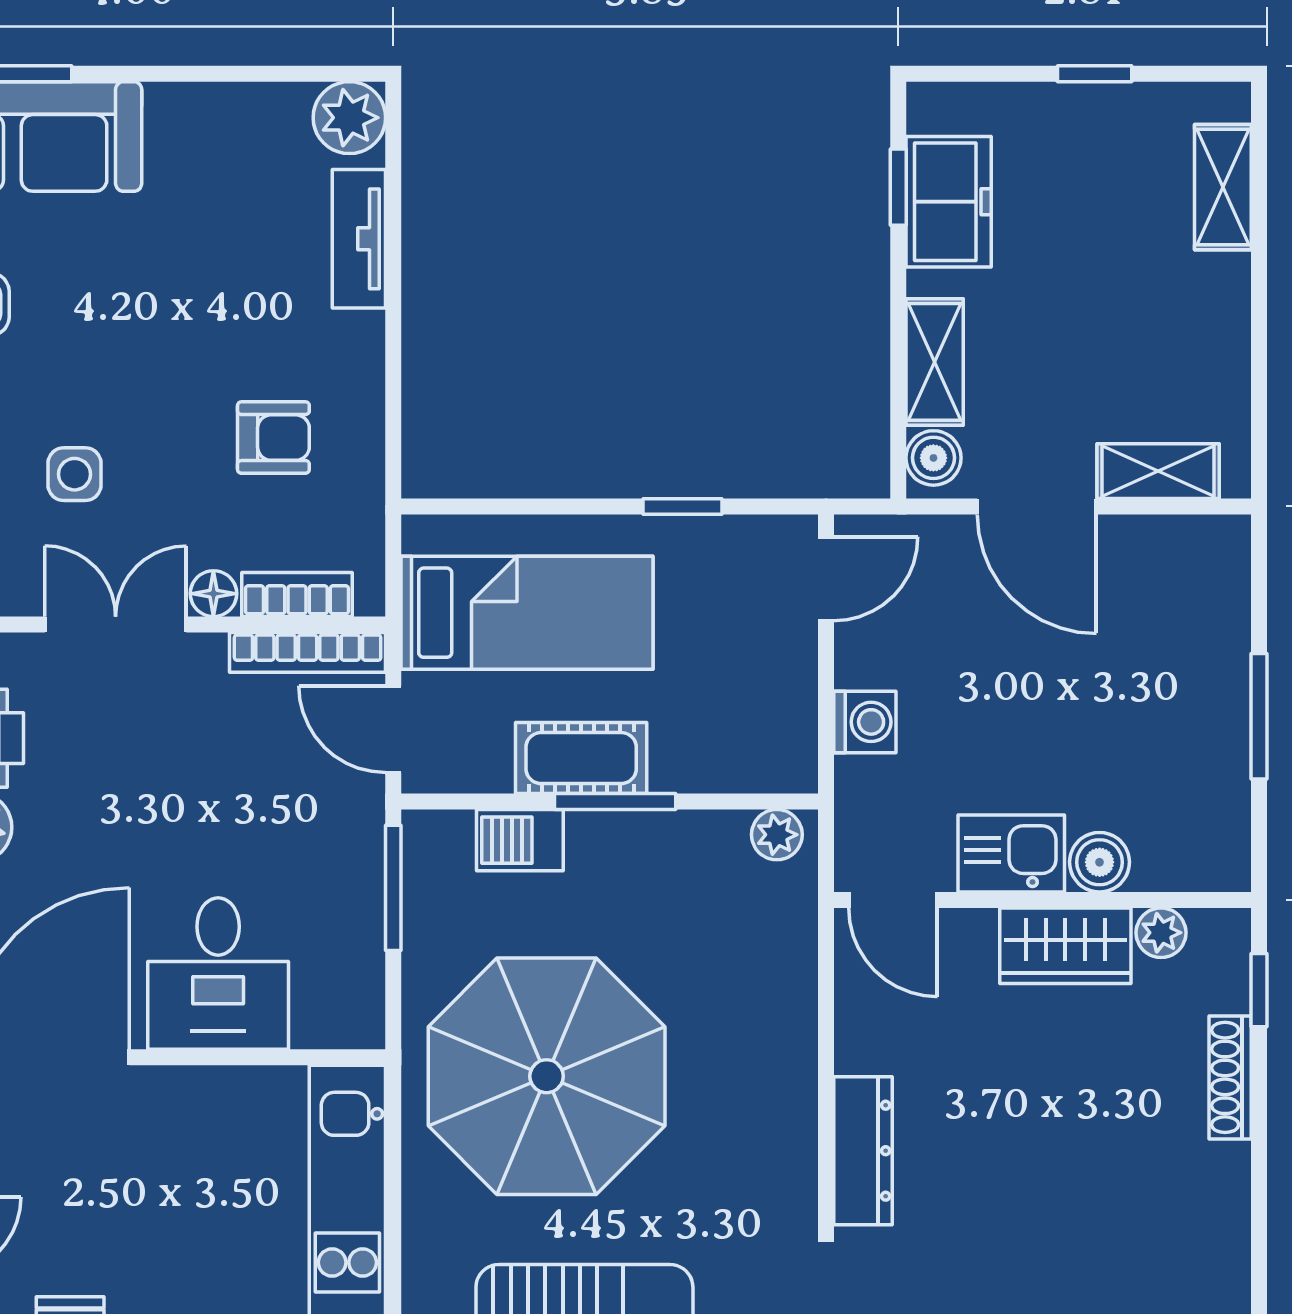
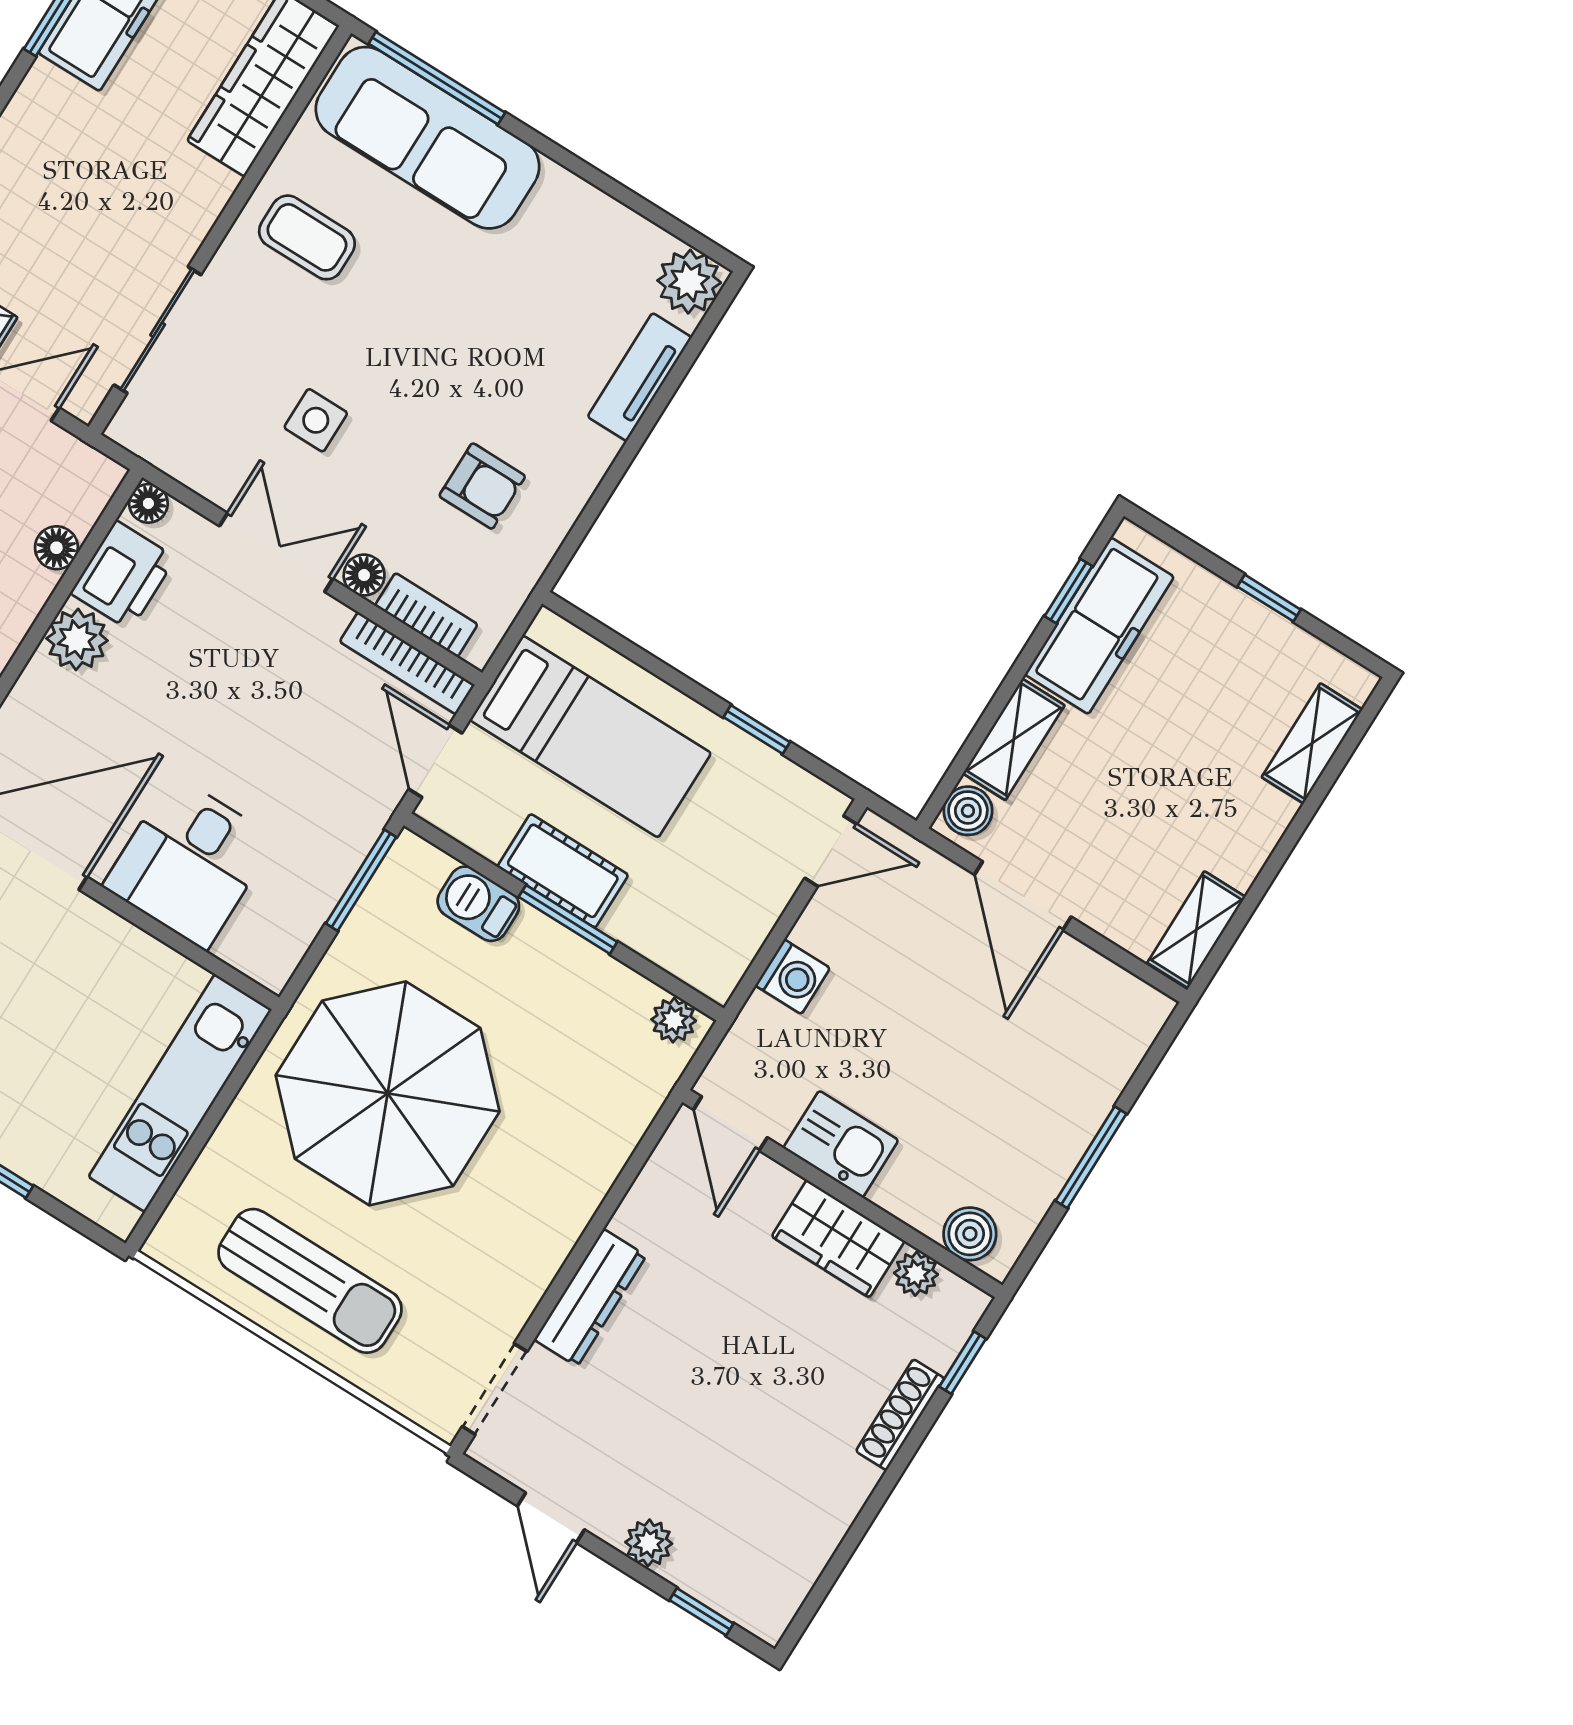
freezer: (949, 202) -> (1099, 626), width x1.40
shelving: (1158, 471) -> (1196, 930), moved, turned 90
boiler: (1100, 862) -> (970, 1234), moved

